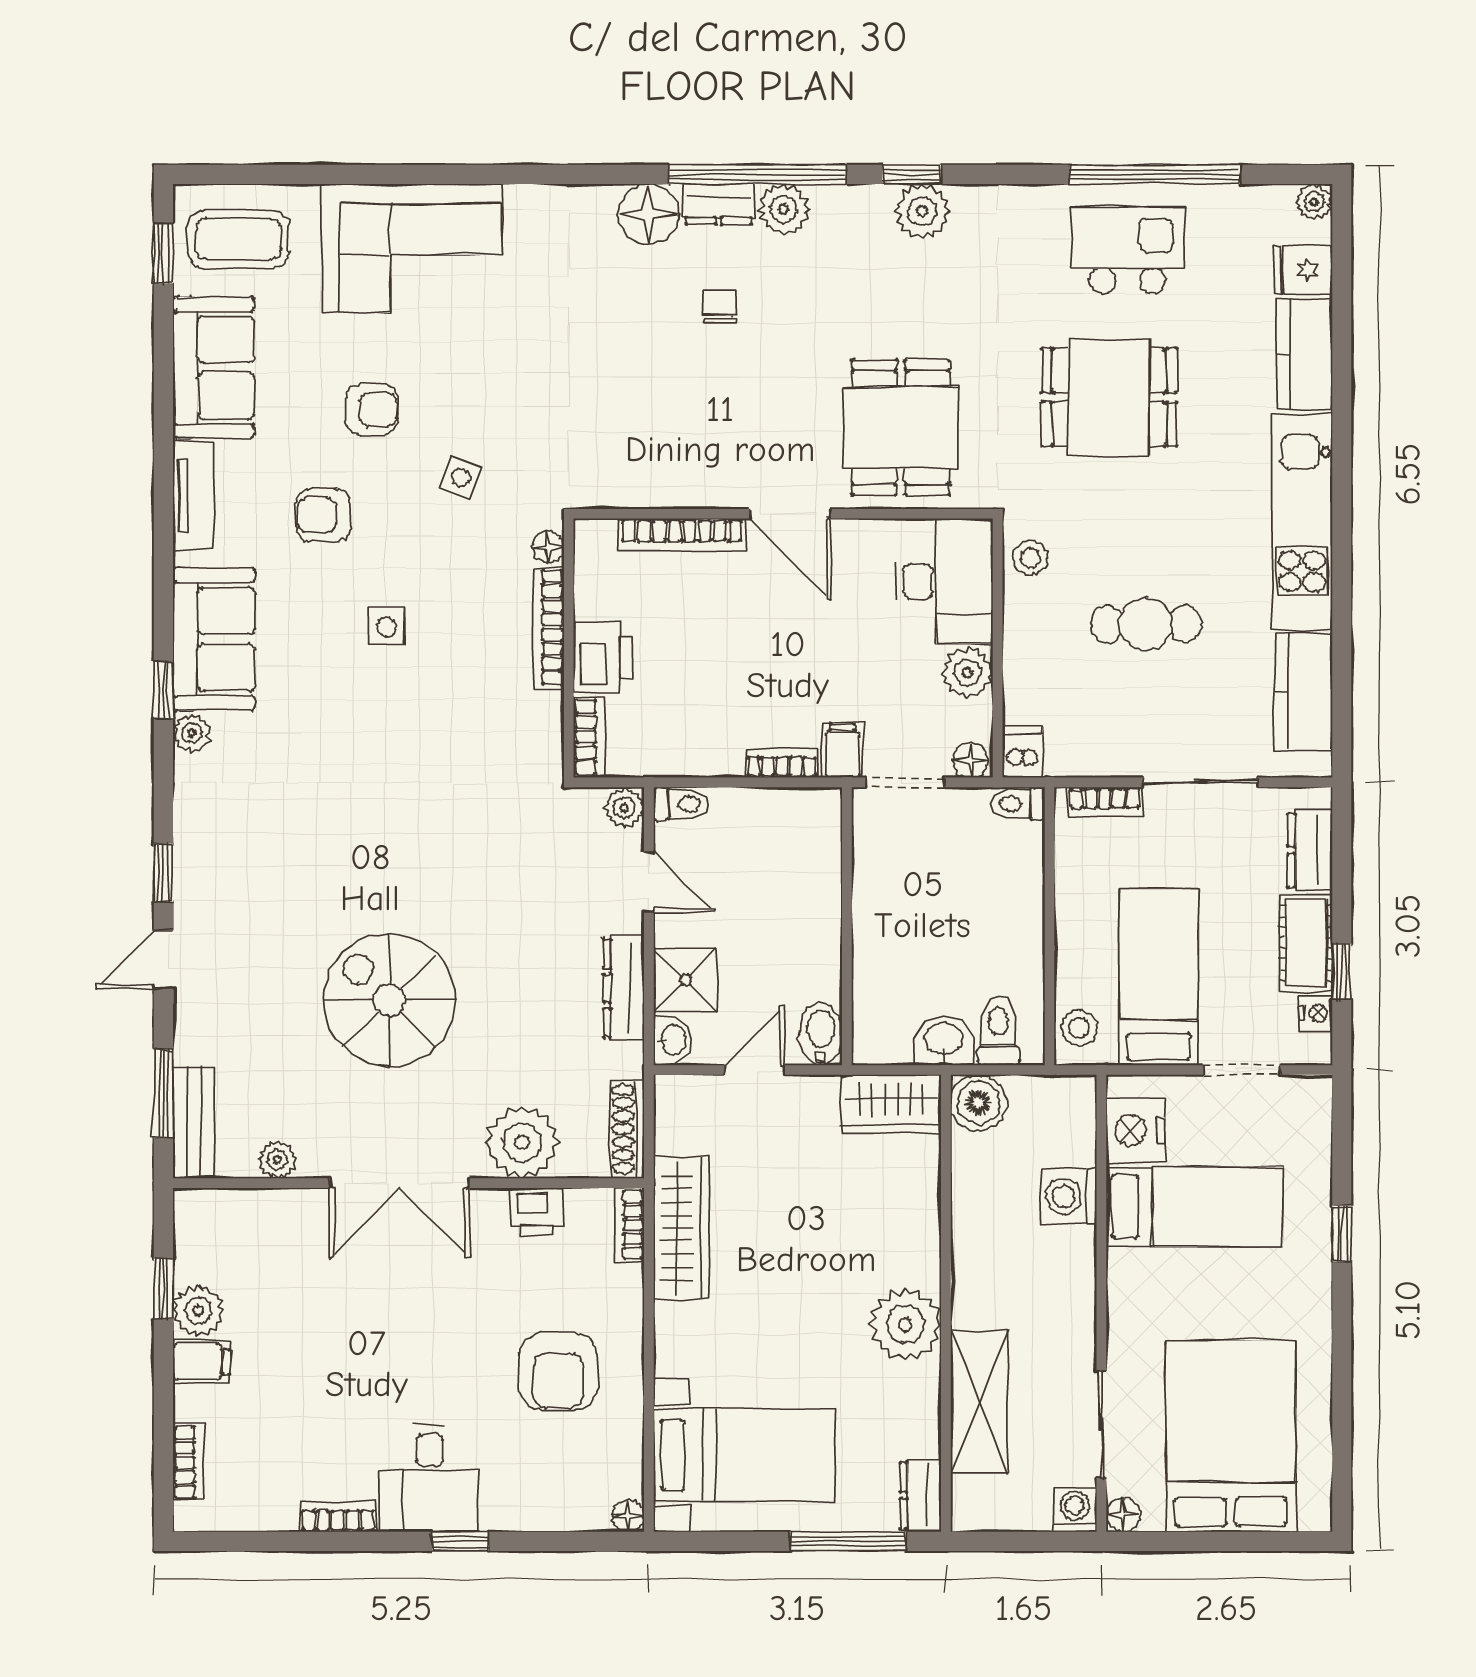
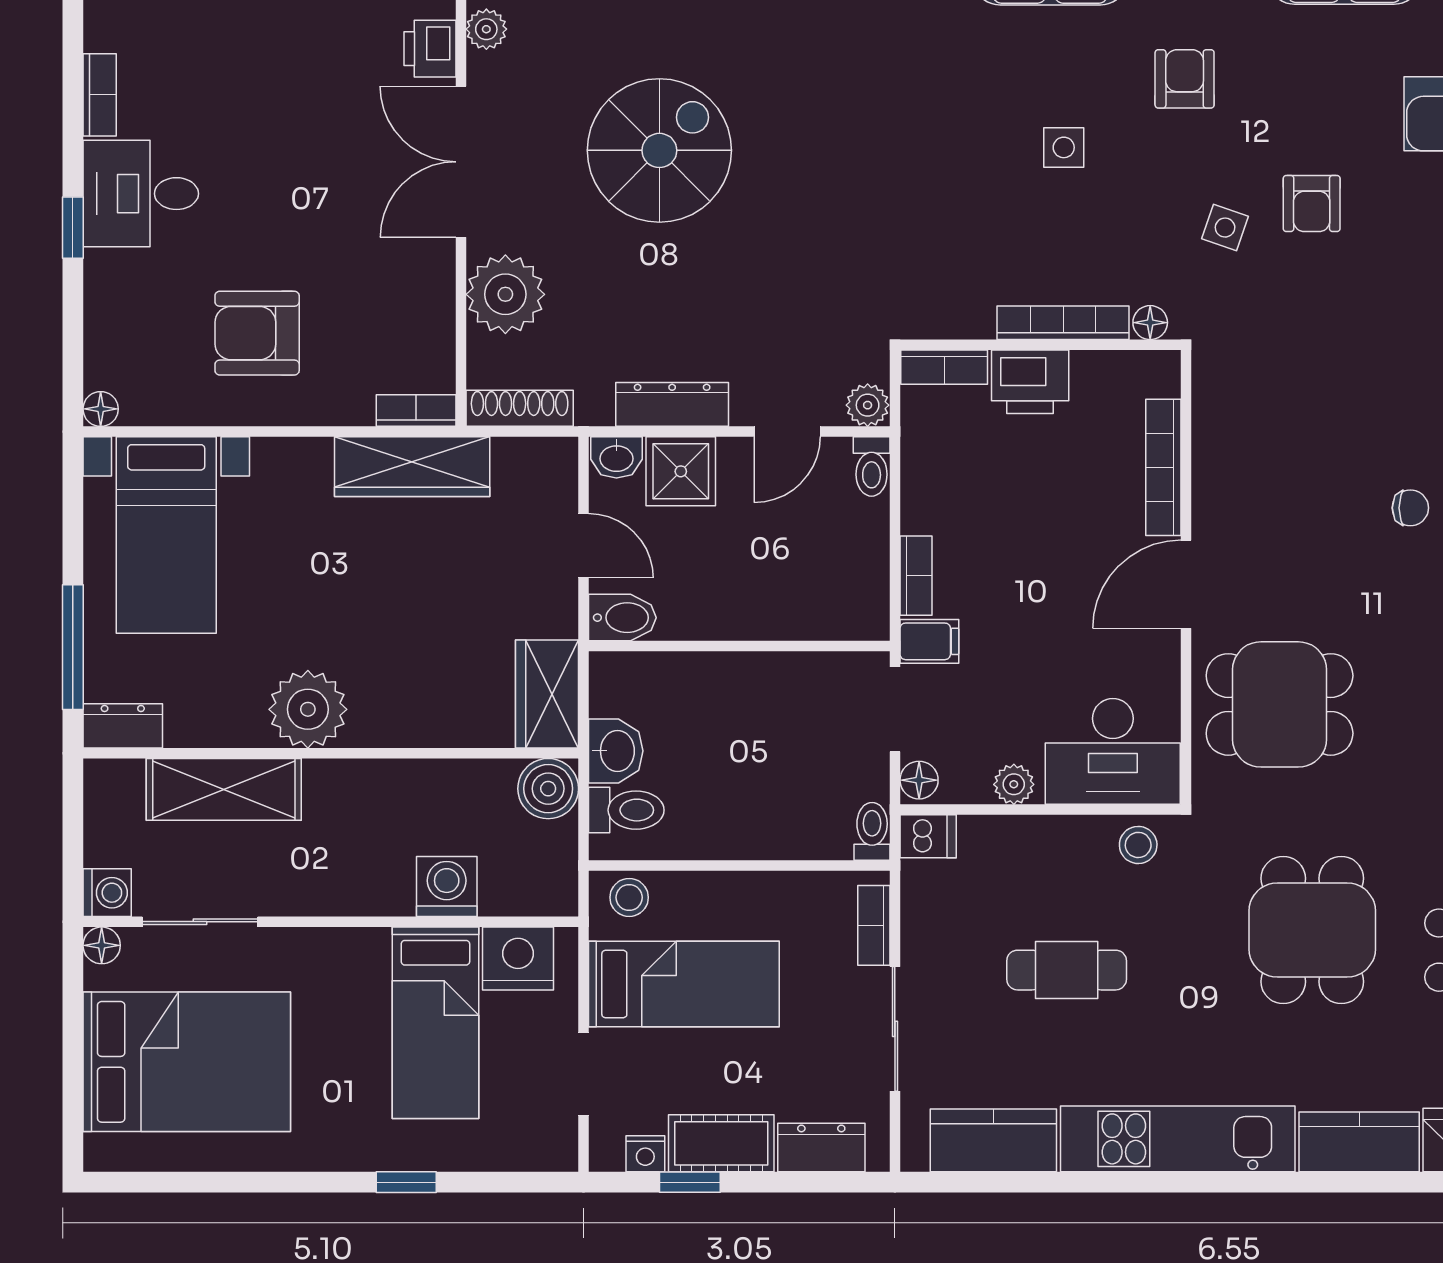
armchair: (371, 409) -> (1312, 203), moved
cafe table: (1146, 624) -> (1067, 970), turned 90
plant: (968, 673) -> (1014, 784), width x0.73, depth x0.73
printer: (537, 1212) -> (430, 49), moved

